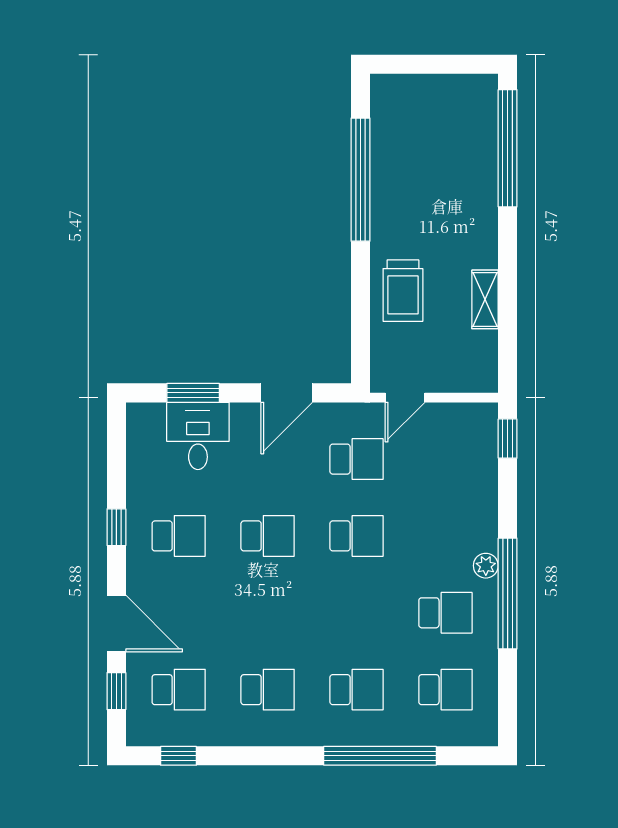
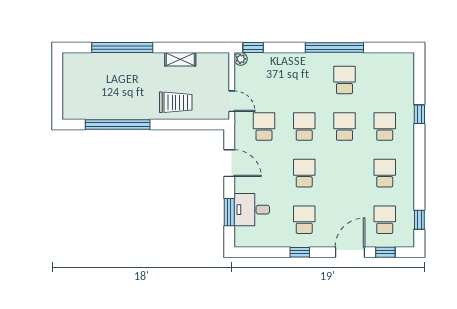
window: (508, 148) -> (122, 47), moved
plant: (486, 566) -> (241, 59), moved
school desk: (445, 690) -> (344, 127), moved
window: (380, 756) -> (419, 114), width x0.32

